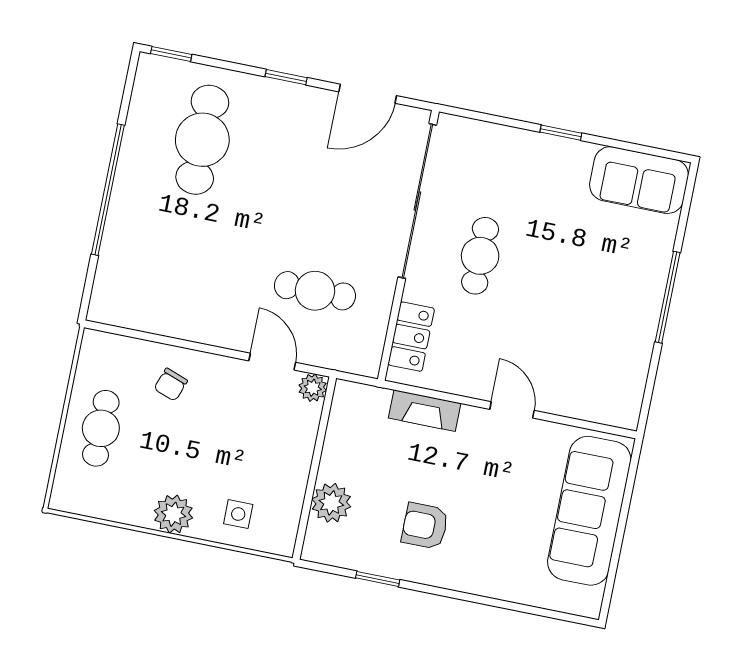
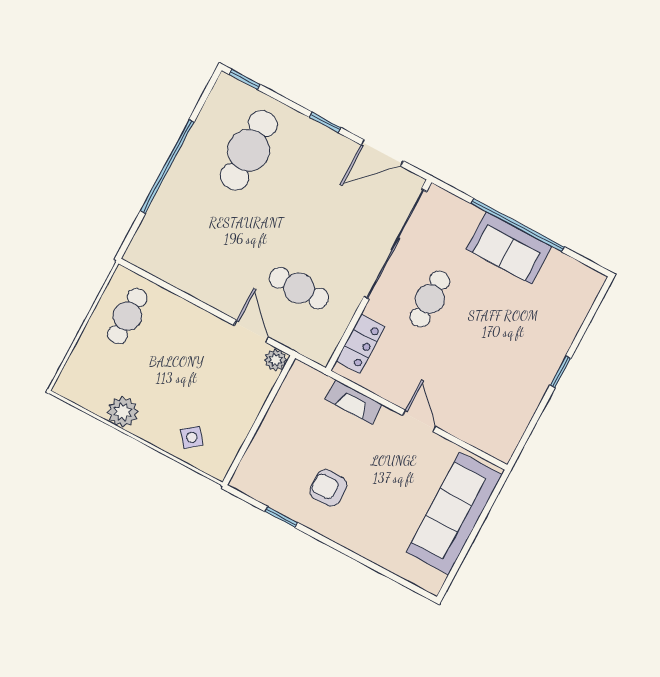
window: (561, 133) -> (518, 225), width x3.17
sofa: (639, 180) -> (509, 248), moved
window: (668, 297) -> (560, 372), width x0.46
chair: (171, 385) -> (170, 326), removed
cafe table: (101, 428) -> (127, 316), moved
plant: (331, 503) -> (264, 450), removed
plant: (173, 514) -> (123, 412), moved
side table: (238, 514) -> (192, 437), turned -38

